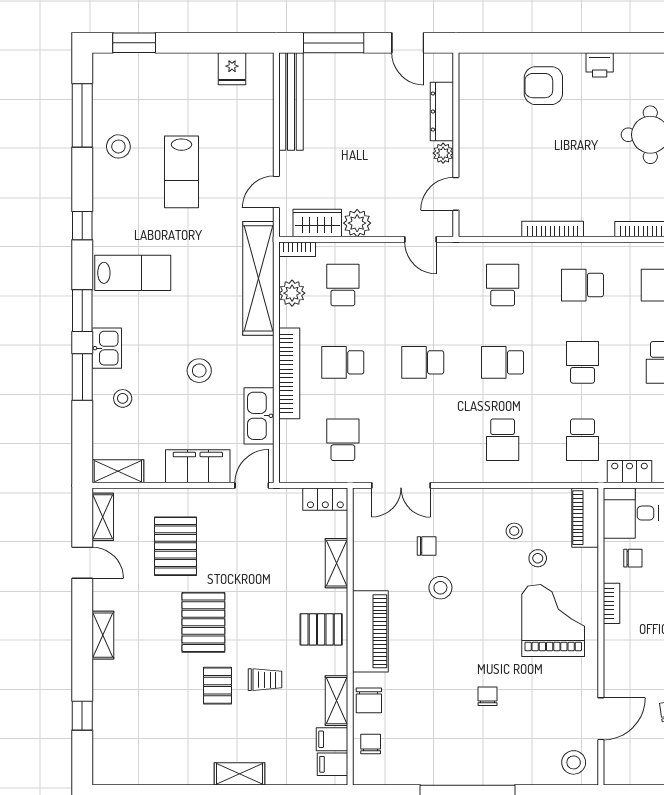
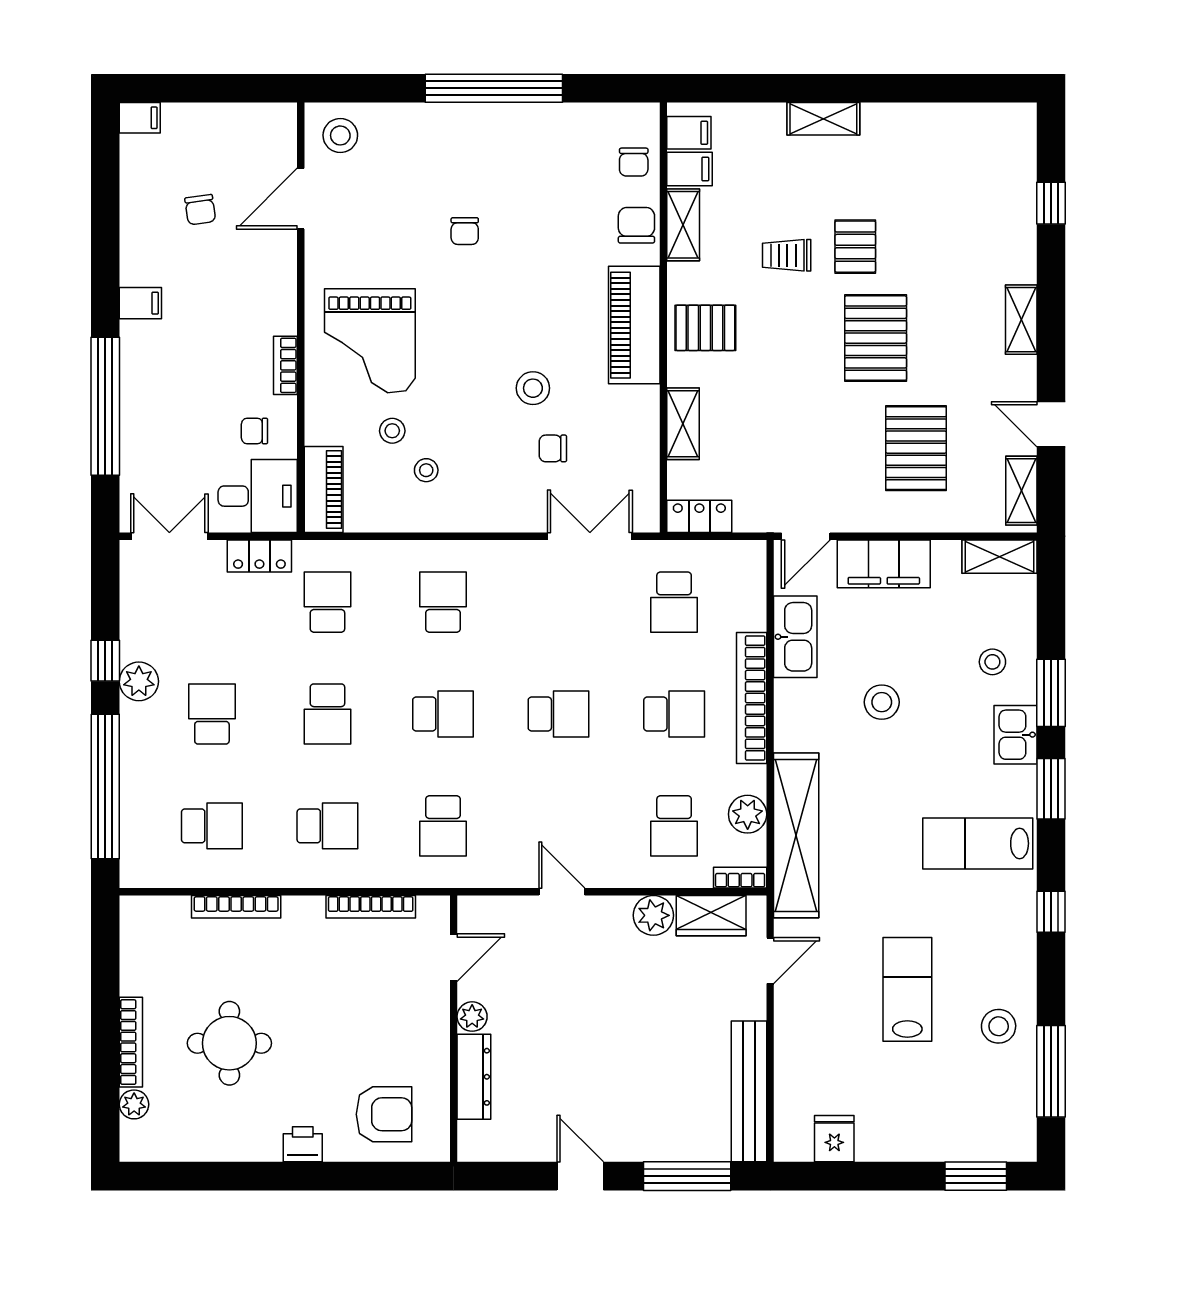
dresser: (442, 112) -> (474, 1077), moved
wall: (456, 145) -> (454, 1029), moved
plant: (443, 153) -> (472, 1017), moved
door: (456, 194) -> (454, 958), moved

